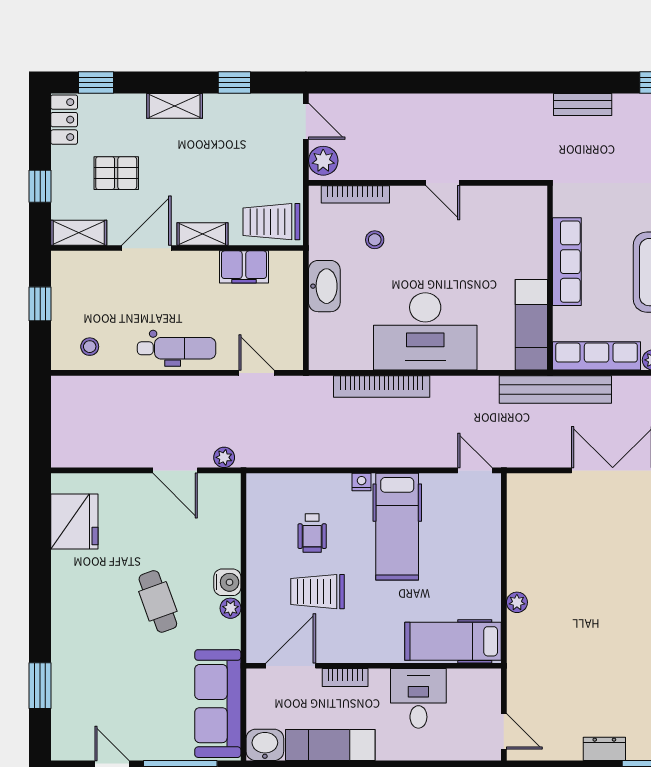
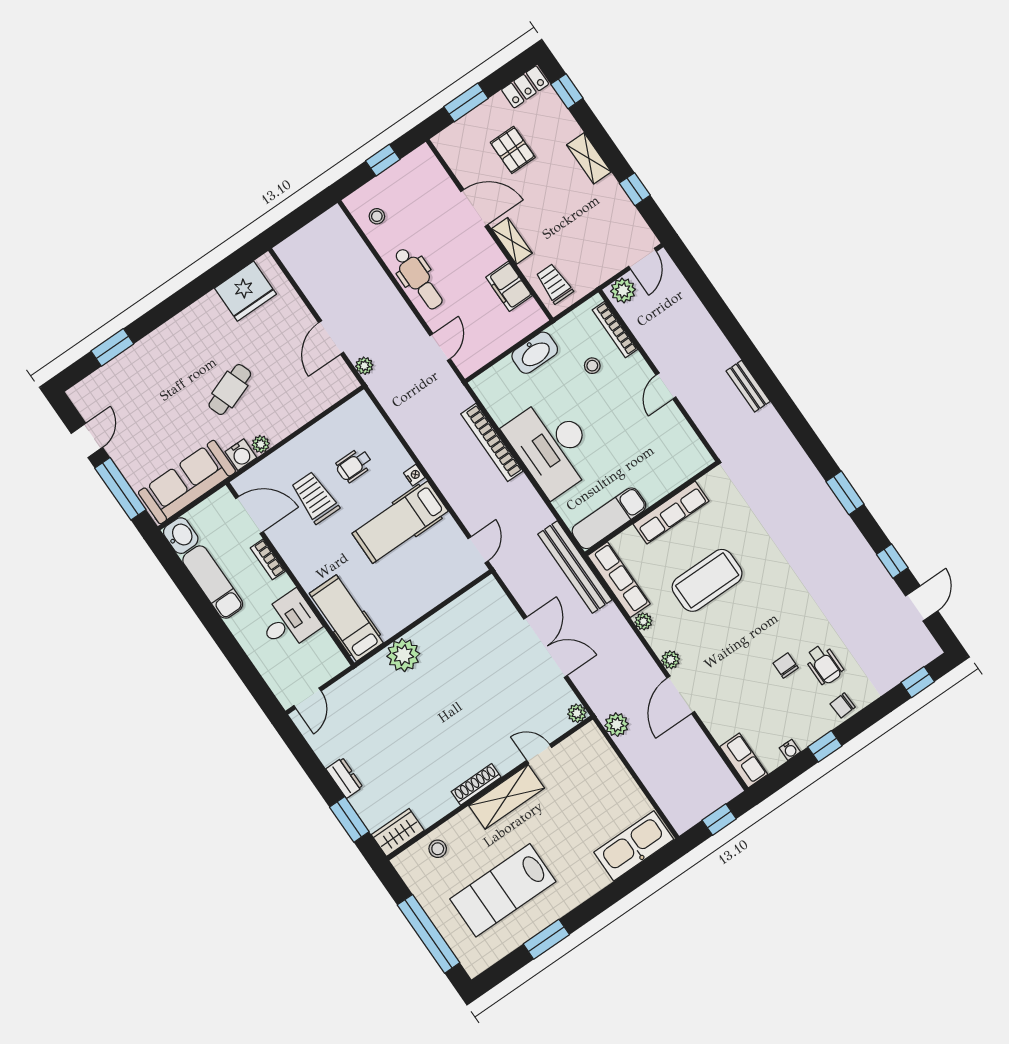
bench: (583, 105) -> (748, 386), moved
window: (40, 186) -> (466, 102), width x1.50
trolley: (271, 222) -> (554, 284), width x0.73, depth x0.72
shelving: (79, 233) -> (452, 153), removed
water cooler: (227, 582) -> (241, 455), moved
plant: (517, 602) -> (403, 655), width x1.88, depth x1.88

